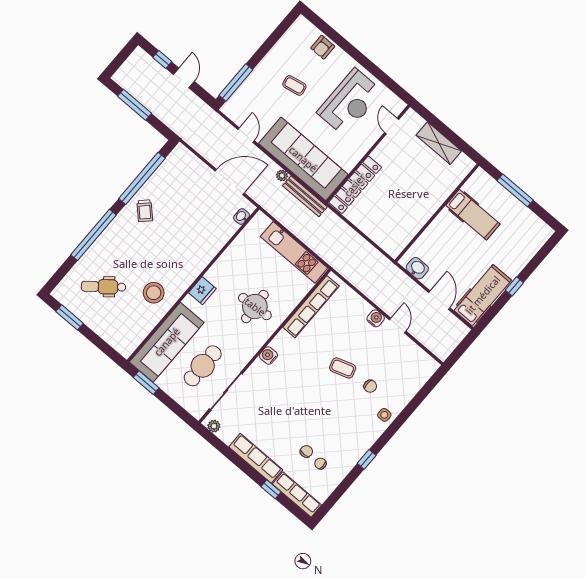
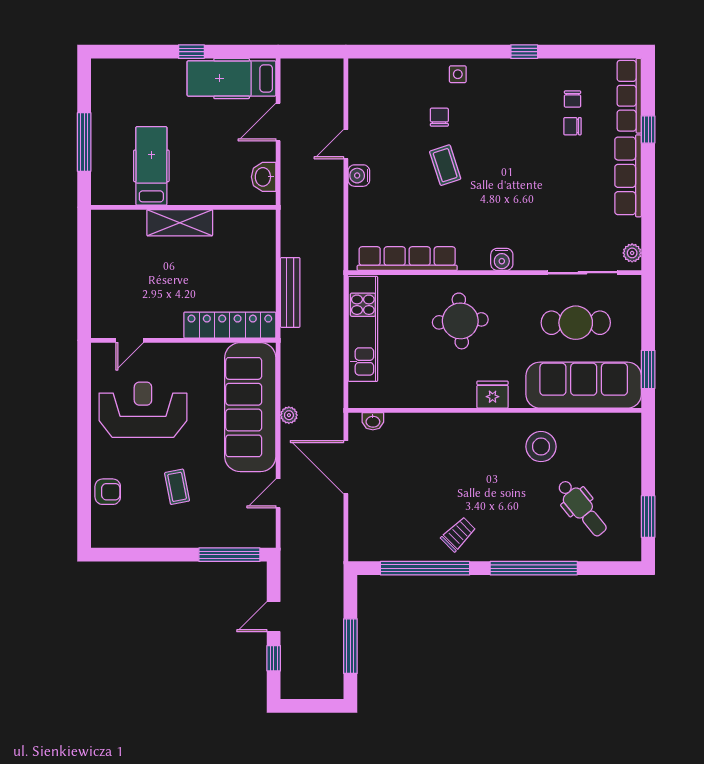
shelving: (439, 143) -> (180, 223), moved, turned 90
bench: (305, 196) -> (290, 292), moved

